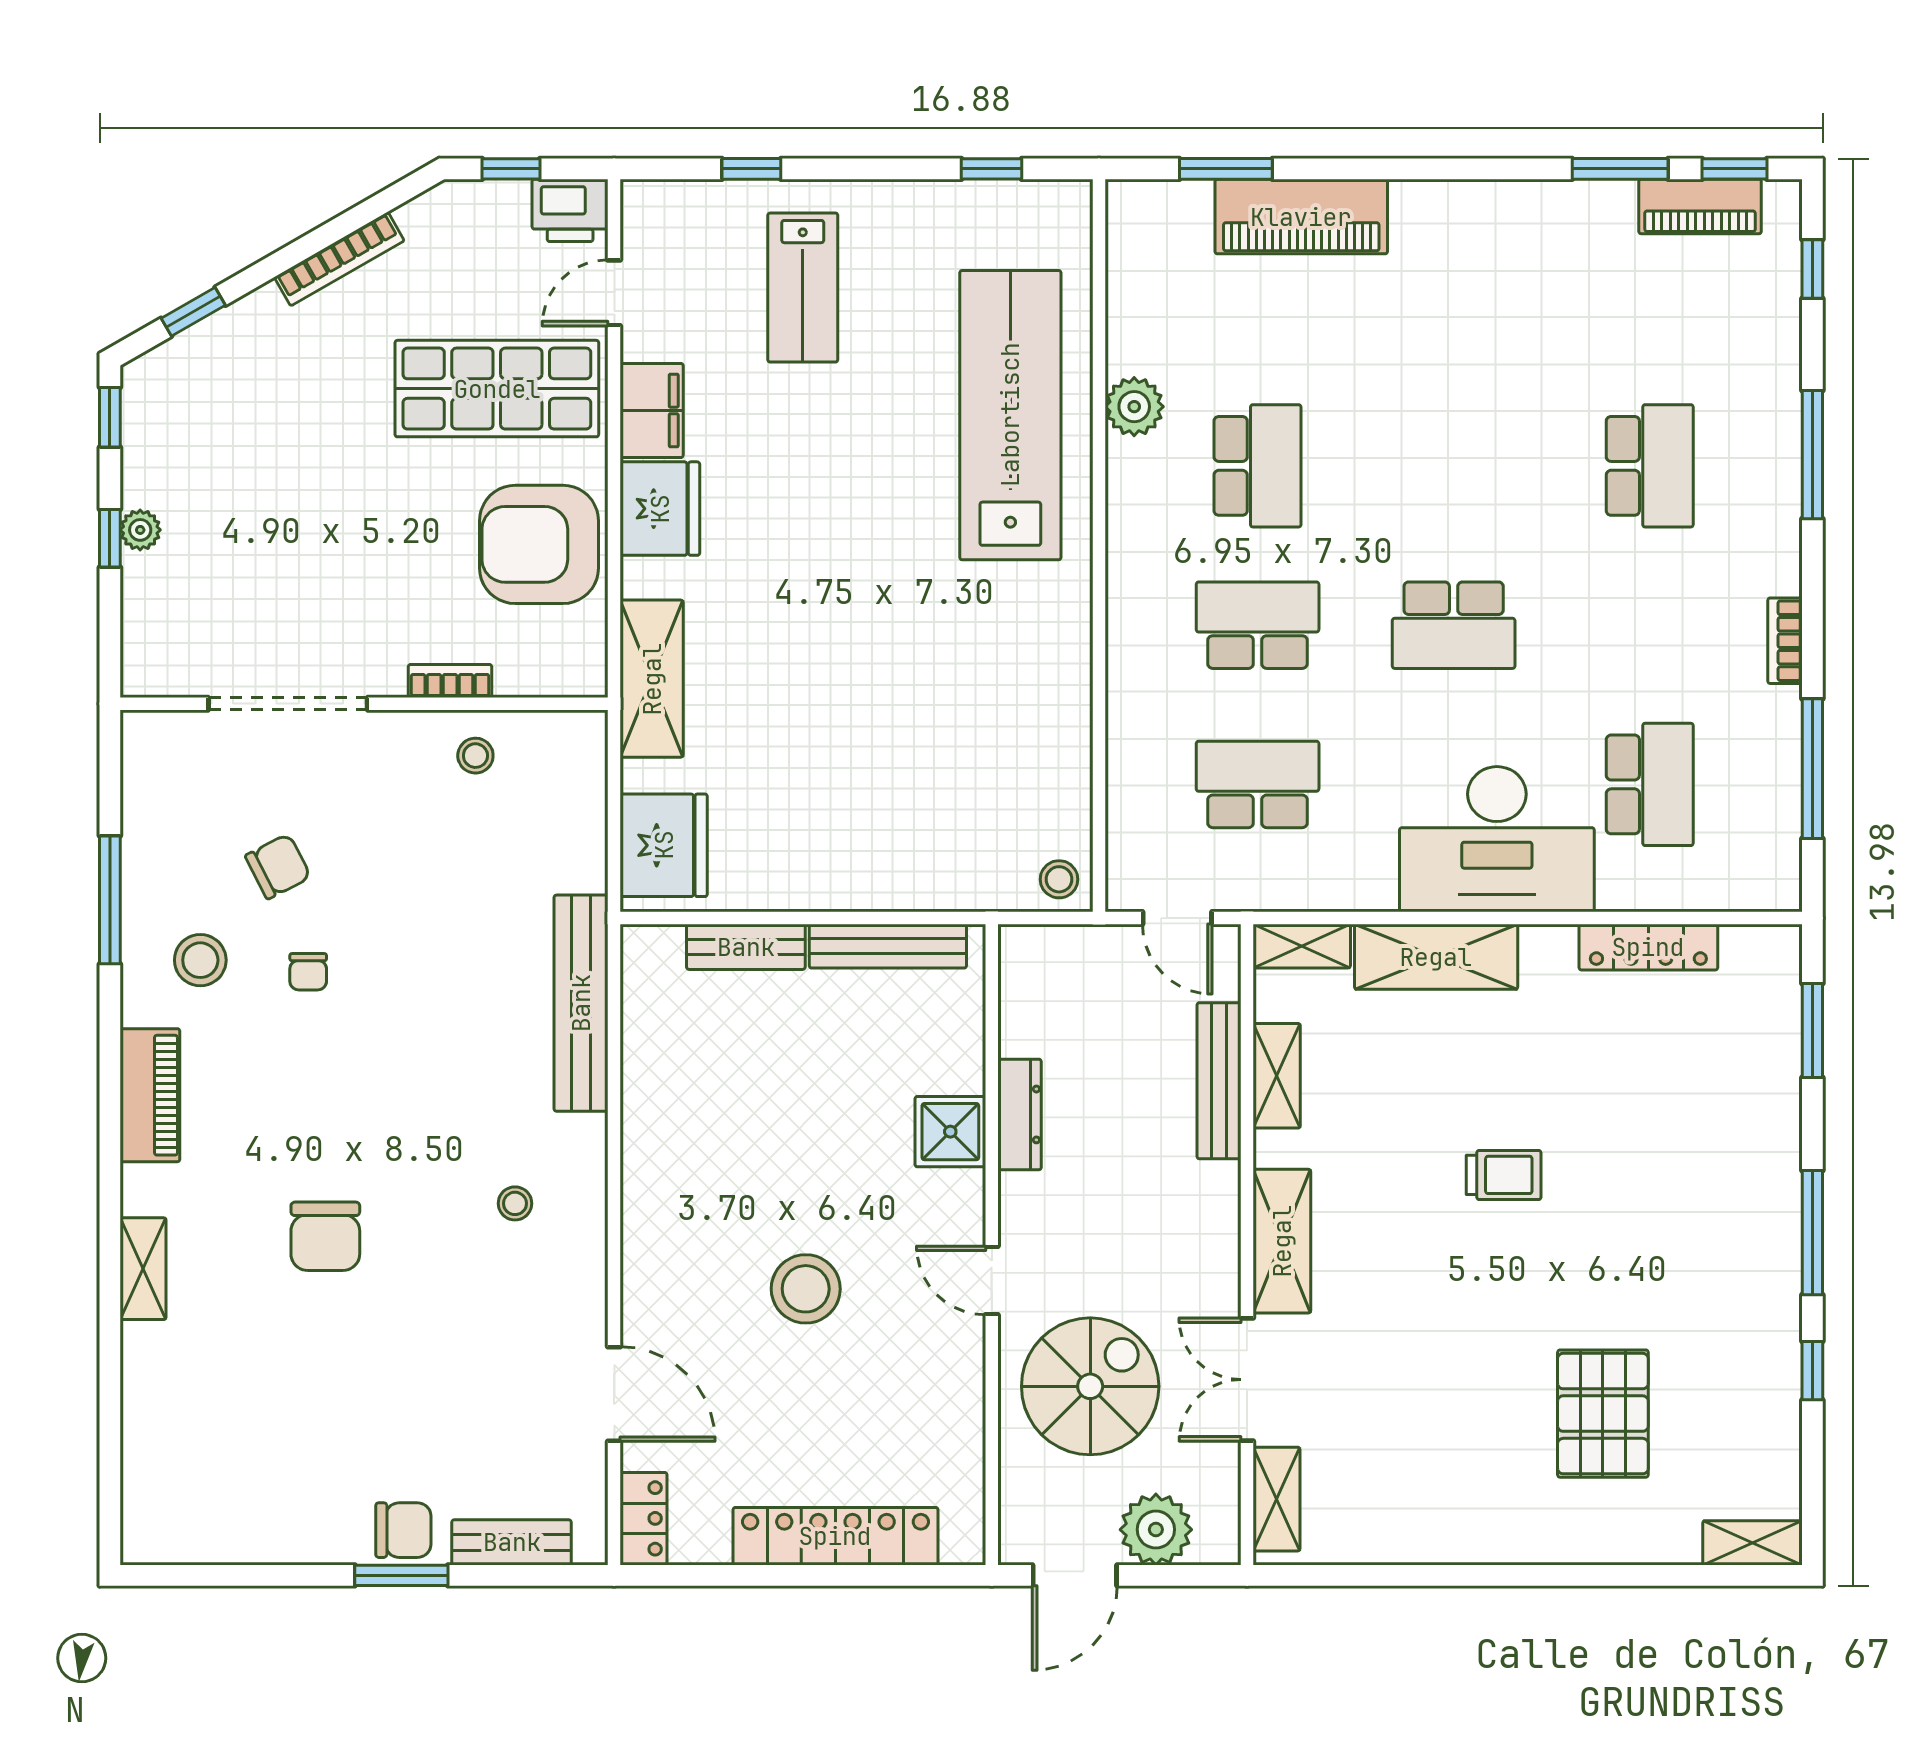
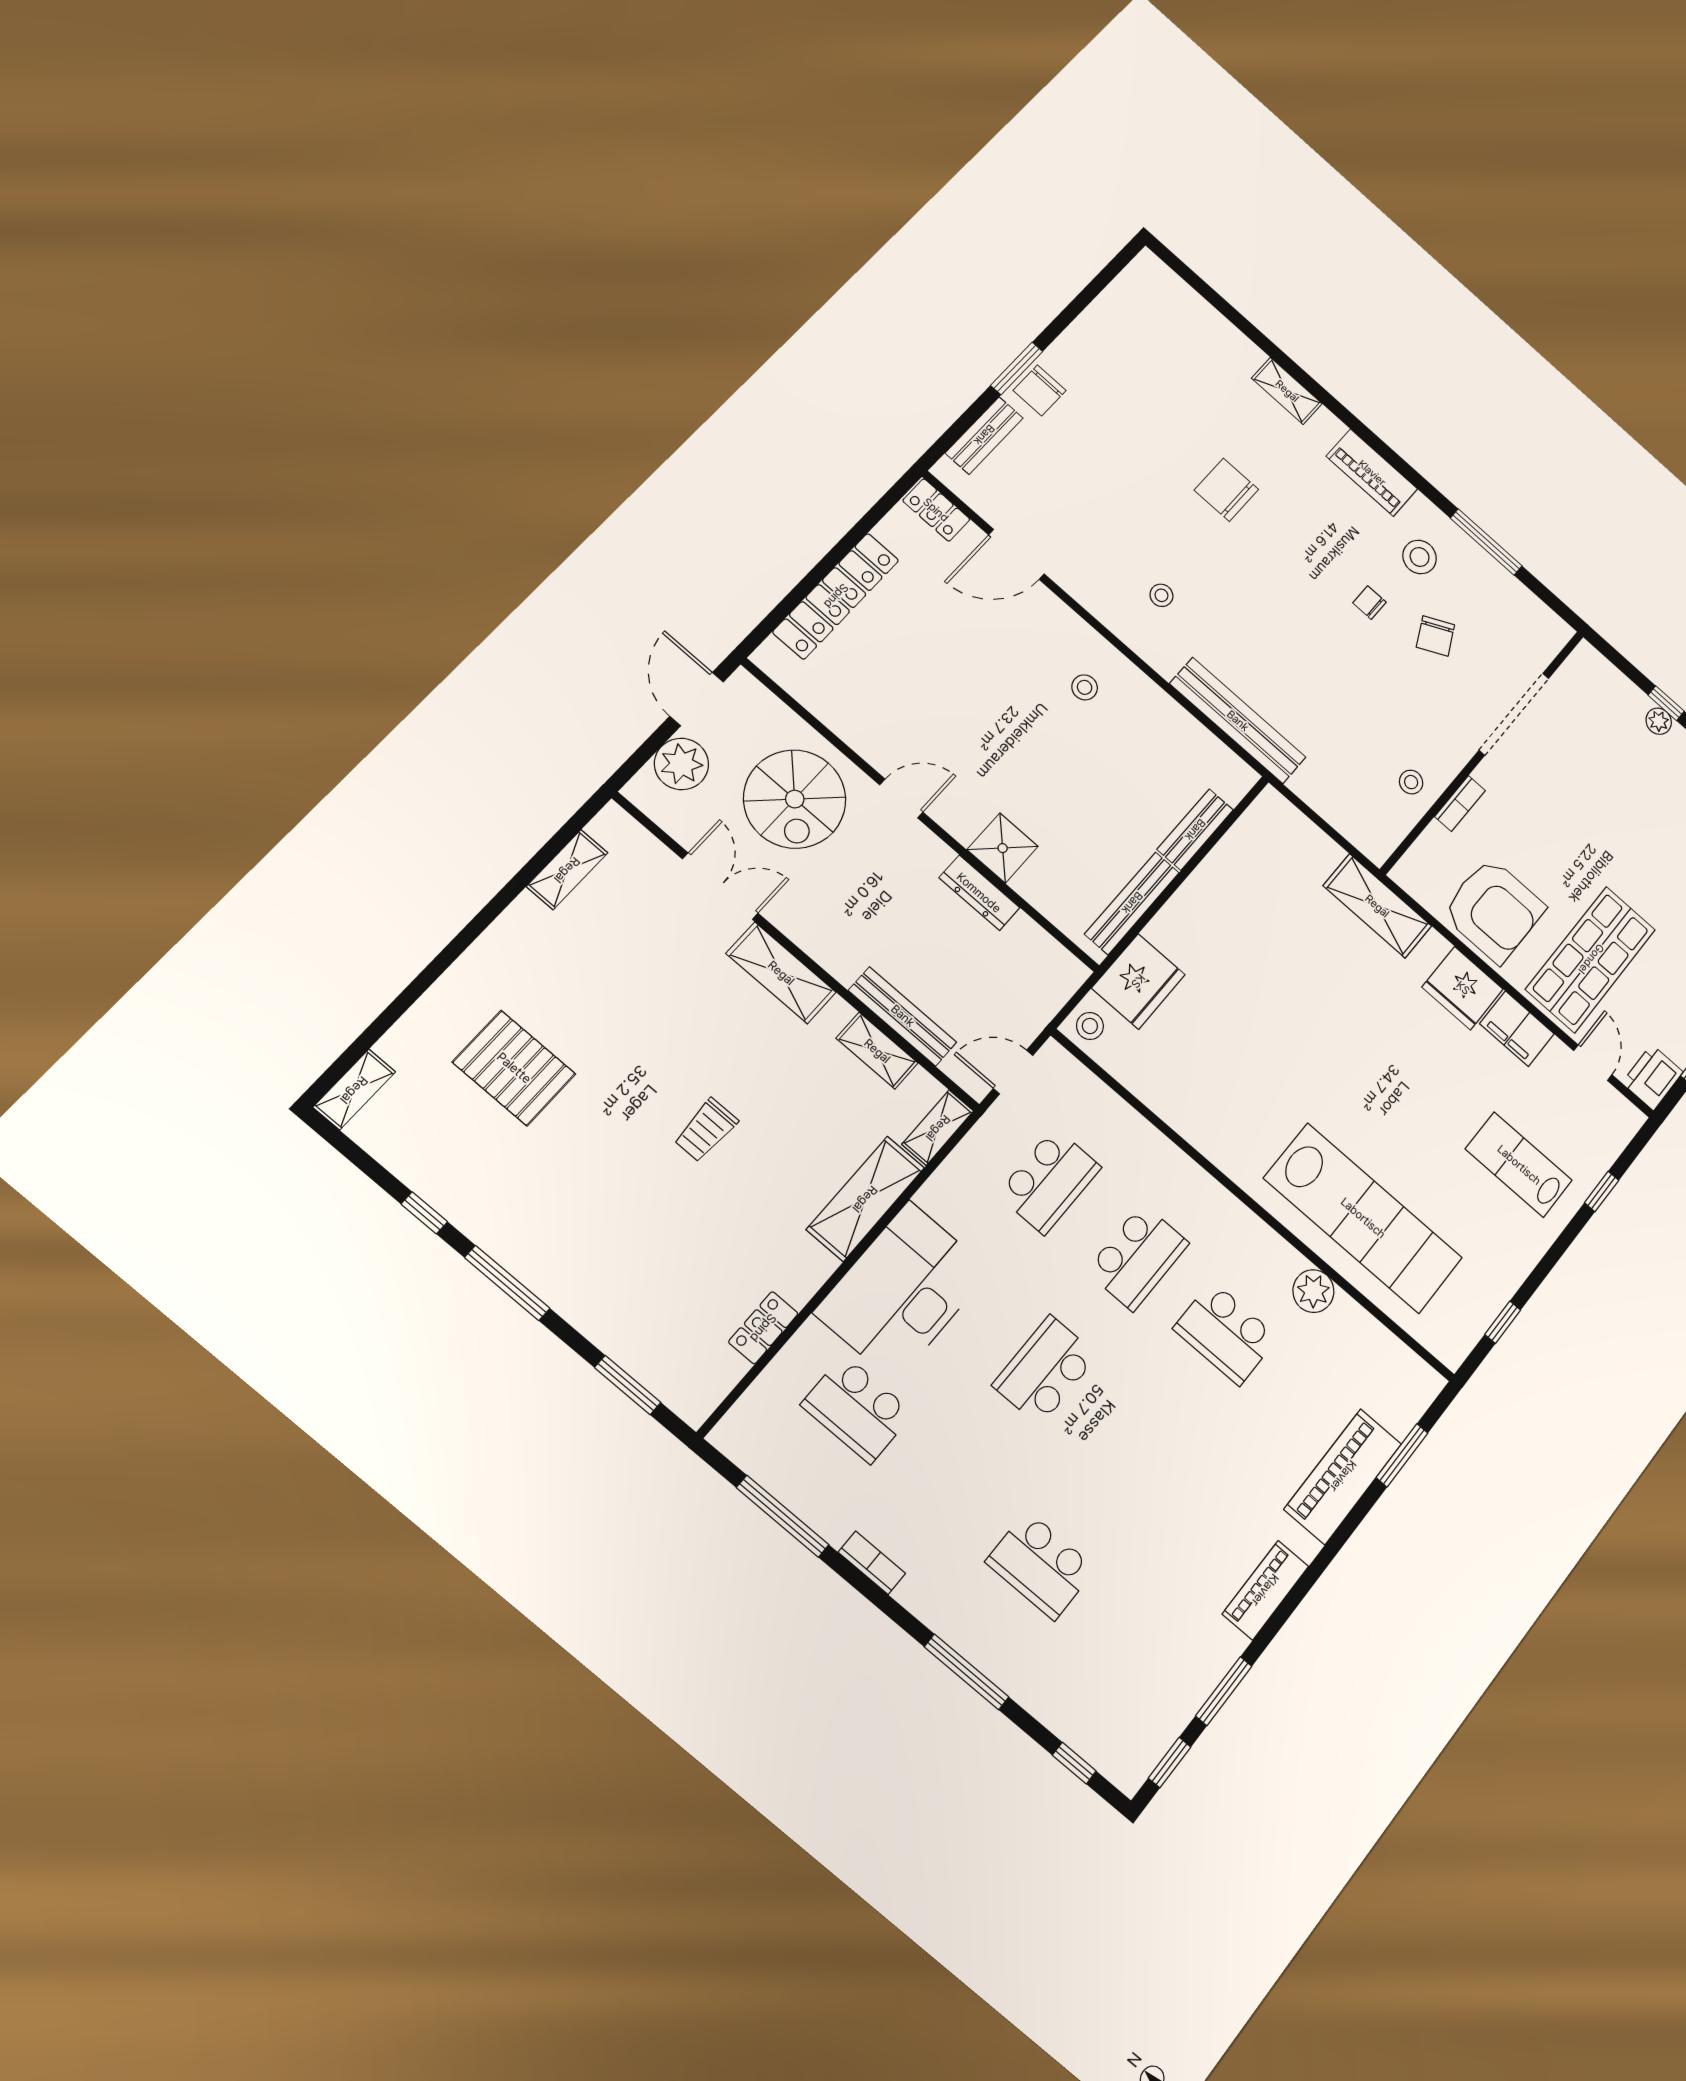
piano: (1700, 206) -> (1265, 1590), moved
armchair: (539, 544) -> (1494, 910), turned 90
fridge: (664, 845) -> (1138, 981), moved, turned -90
locker: (1648, 947) -> (763, 1328), width x0.66
stool: (806, 1289) -> (1085, 687), moved, width x0.53, depth x0.53
shelving: (1276, 1499) -> (567, 870), moved, turned 90

